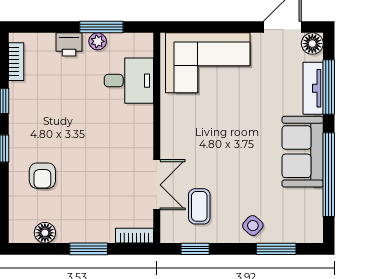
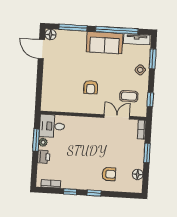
corner sofa: (208, 63) -> (57, 88), removed
desk: (129, 81) -> (52, 126), moved, turned -90
tv unit: (313, 88) -> (137, 39), moved
armchair: (213, 129) -> (91, 87), added

